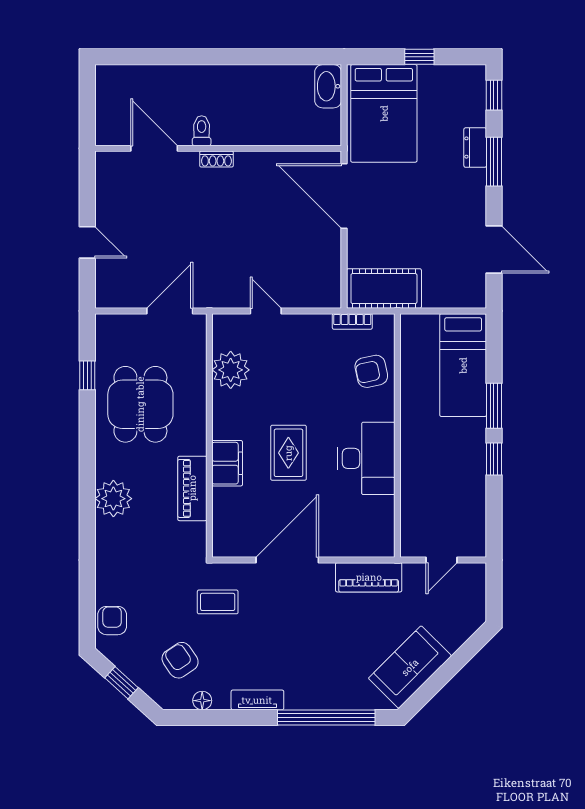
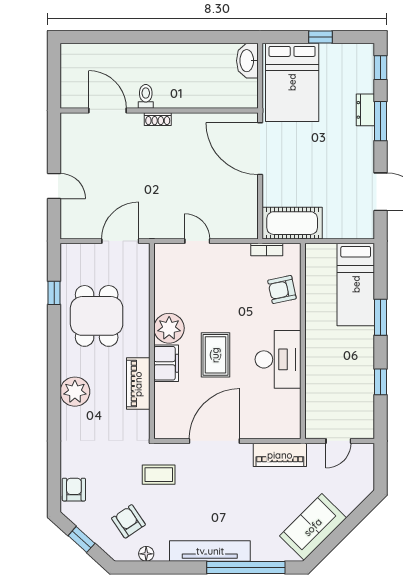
plant: (231, 370) -> (169, 328), moved
window: (494, 459) -> (380, 382), moved
tv unit: (257, 700) -> (210, 551), width x1.92, depth x1.29

